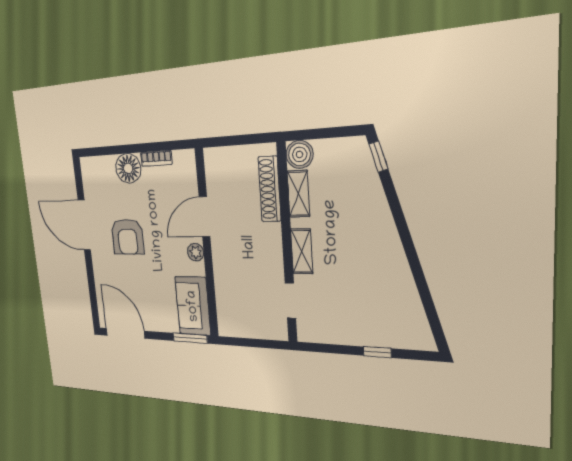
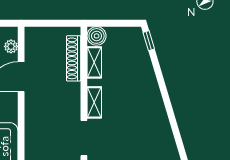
plant: (196, 252) -> (11, 46), moved
doorway: (290, 301) -> (84, 138), width x1.38

